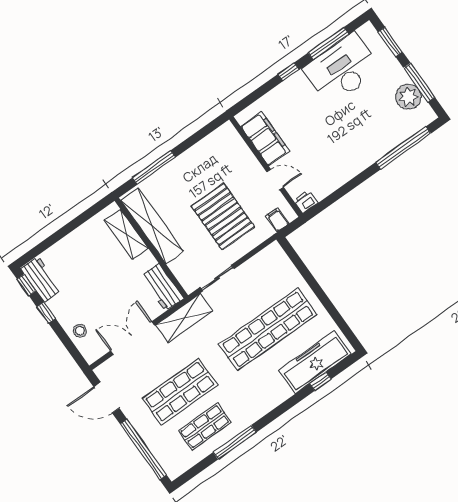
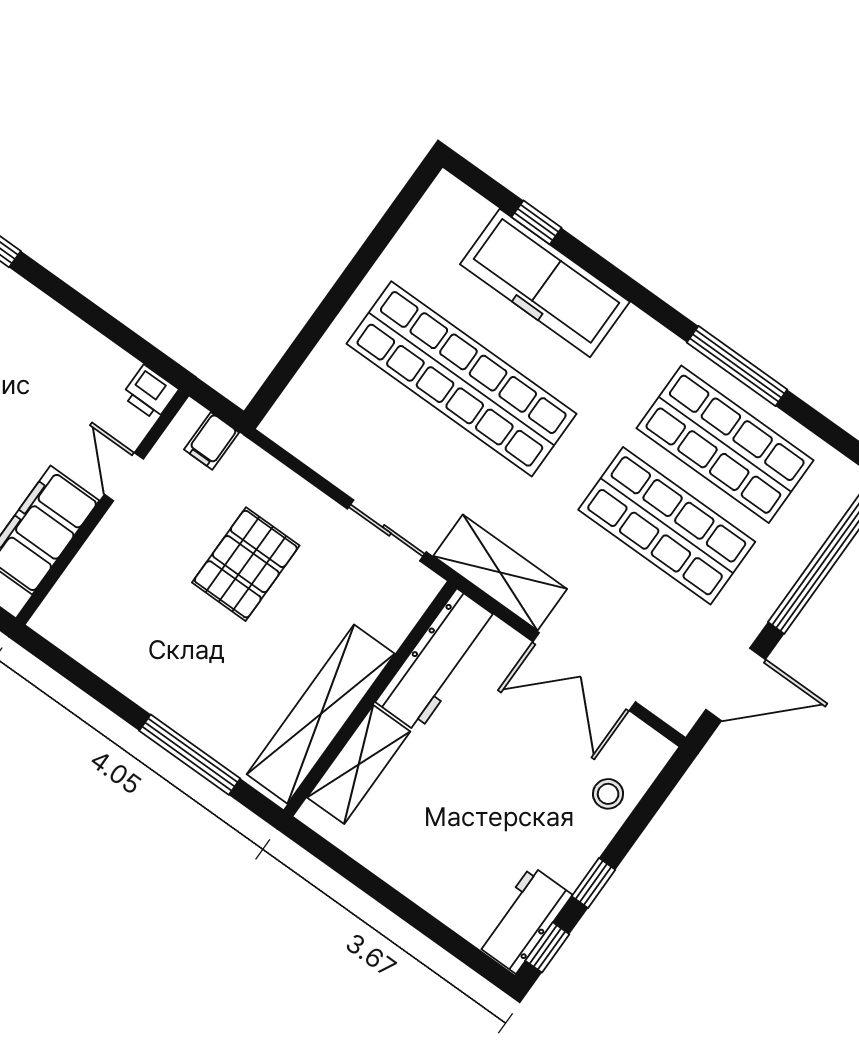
pallet: (223, 217) -> (246, 564), width x0.73, depth x0.71
workbench: (162, 287) -> (437, 661), width x1.38
freezer: (315, 362) -> (545, 283), moved
door: (106, 397) -> (736, 684), hinge flipped
shop shelf: (205, 427) -> (725, 444), width x1.43, depth x1.36

